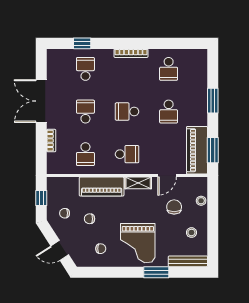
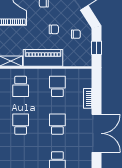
school desk: (85, 112) -> (57, 124), turned 180
school desk: (127, 112) -> (21, 124), turned -90
school desk: (127, 154) -> (21, 86), turned -90

